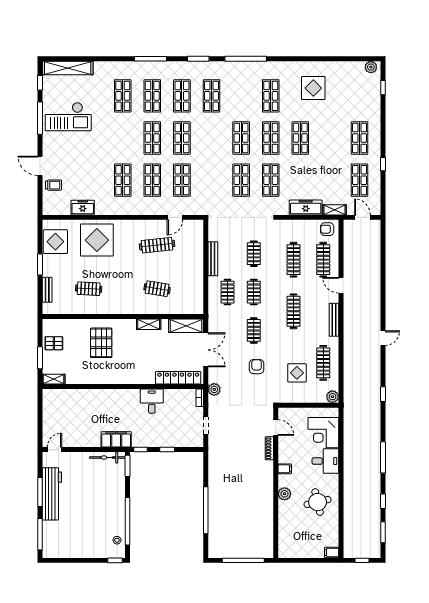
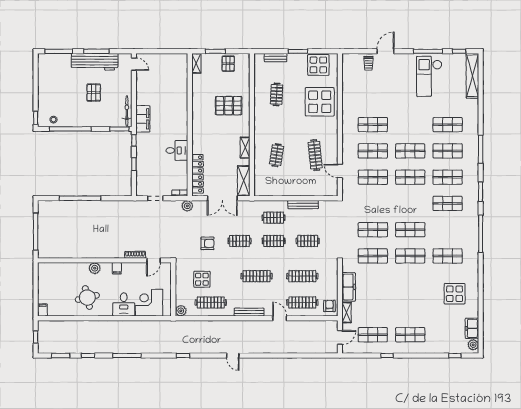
shop shelf: (300, 138) -> (410, 282), removed
freezer: (83, 208) -> (472, 328), moved, turned 180
door: (341, 285) -> (280, 318), hinge flipped
pallet: (86, 495) -> (94, 93), added

